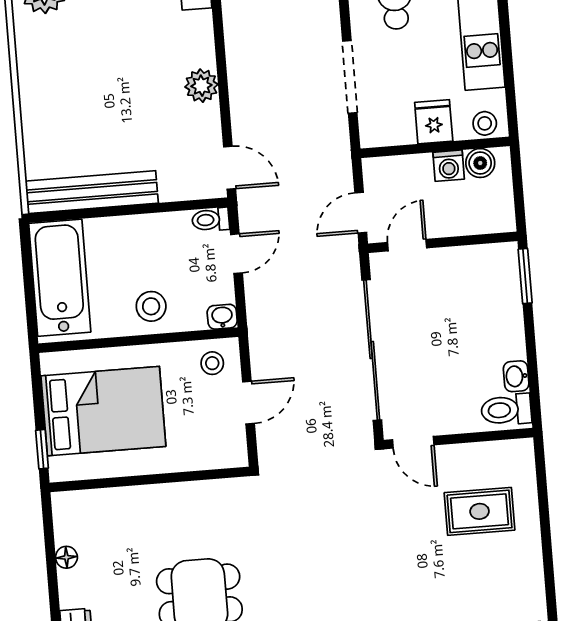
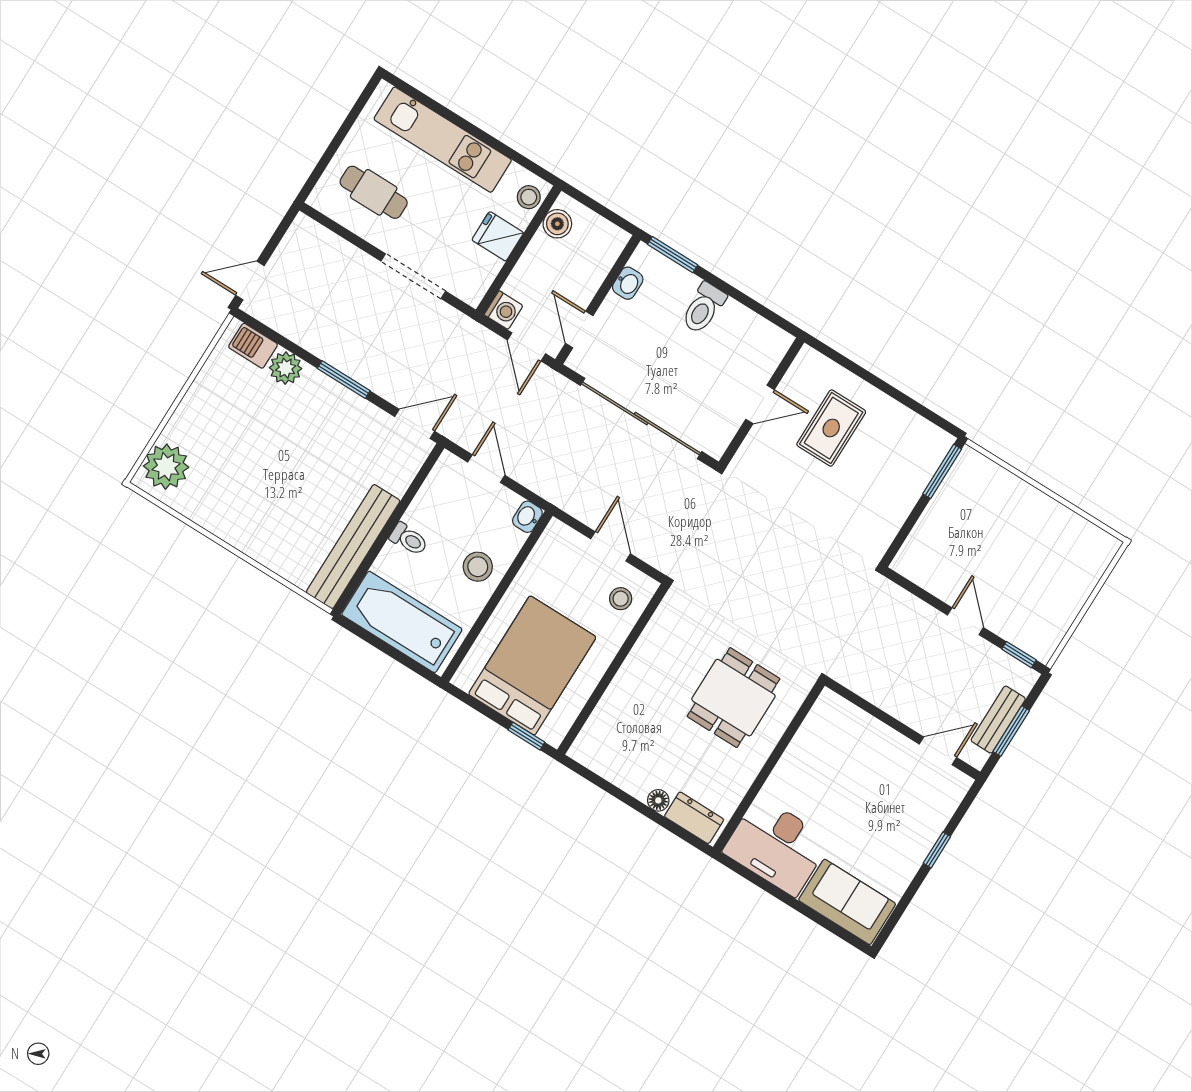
window: (223, 83) -> (344, 380), added
plant: (201, 86) -> (286, 368), moved
washing machine: (449, 166) -> (504, 310), moved
toilet: (211, 220) -> (409, 539), moved, turned -90
stool: (212, 363) -> (621, 599), moved
washbasin: (516, 376) -> (628, 283), moved, turned -90
toilet: (506, 410) -> (704, 308), moved
door: (413, 442) -> (760, 404), moved
floor lamp: (66, 557) -> (658, 800), moved

